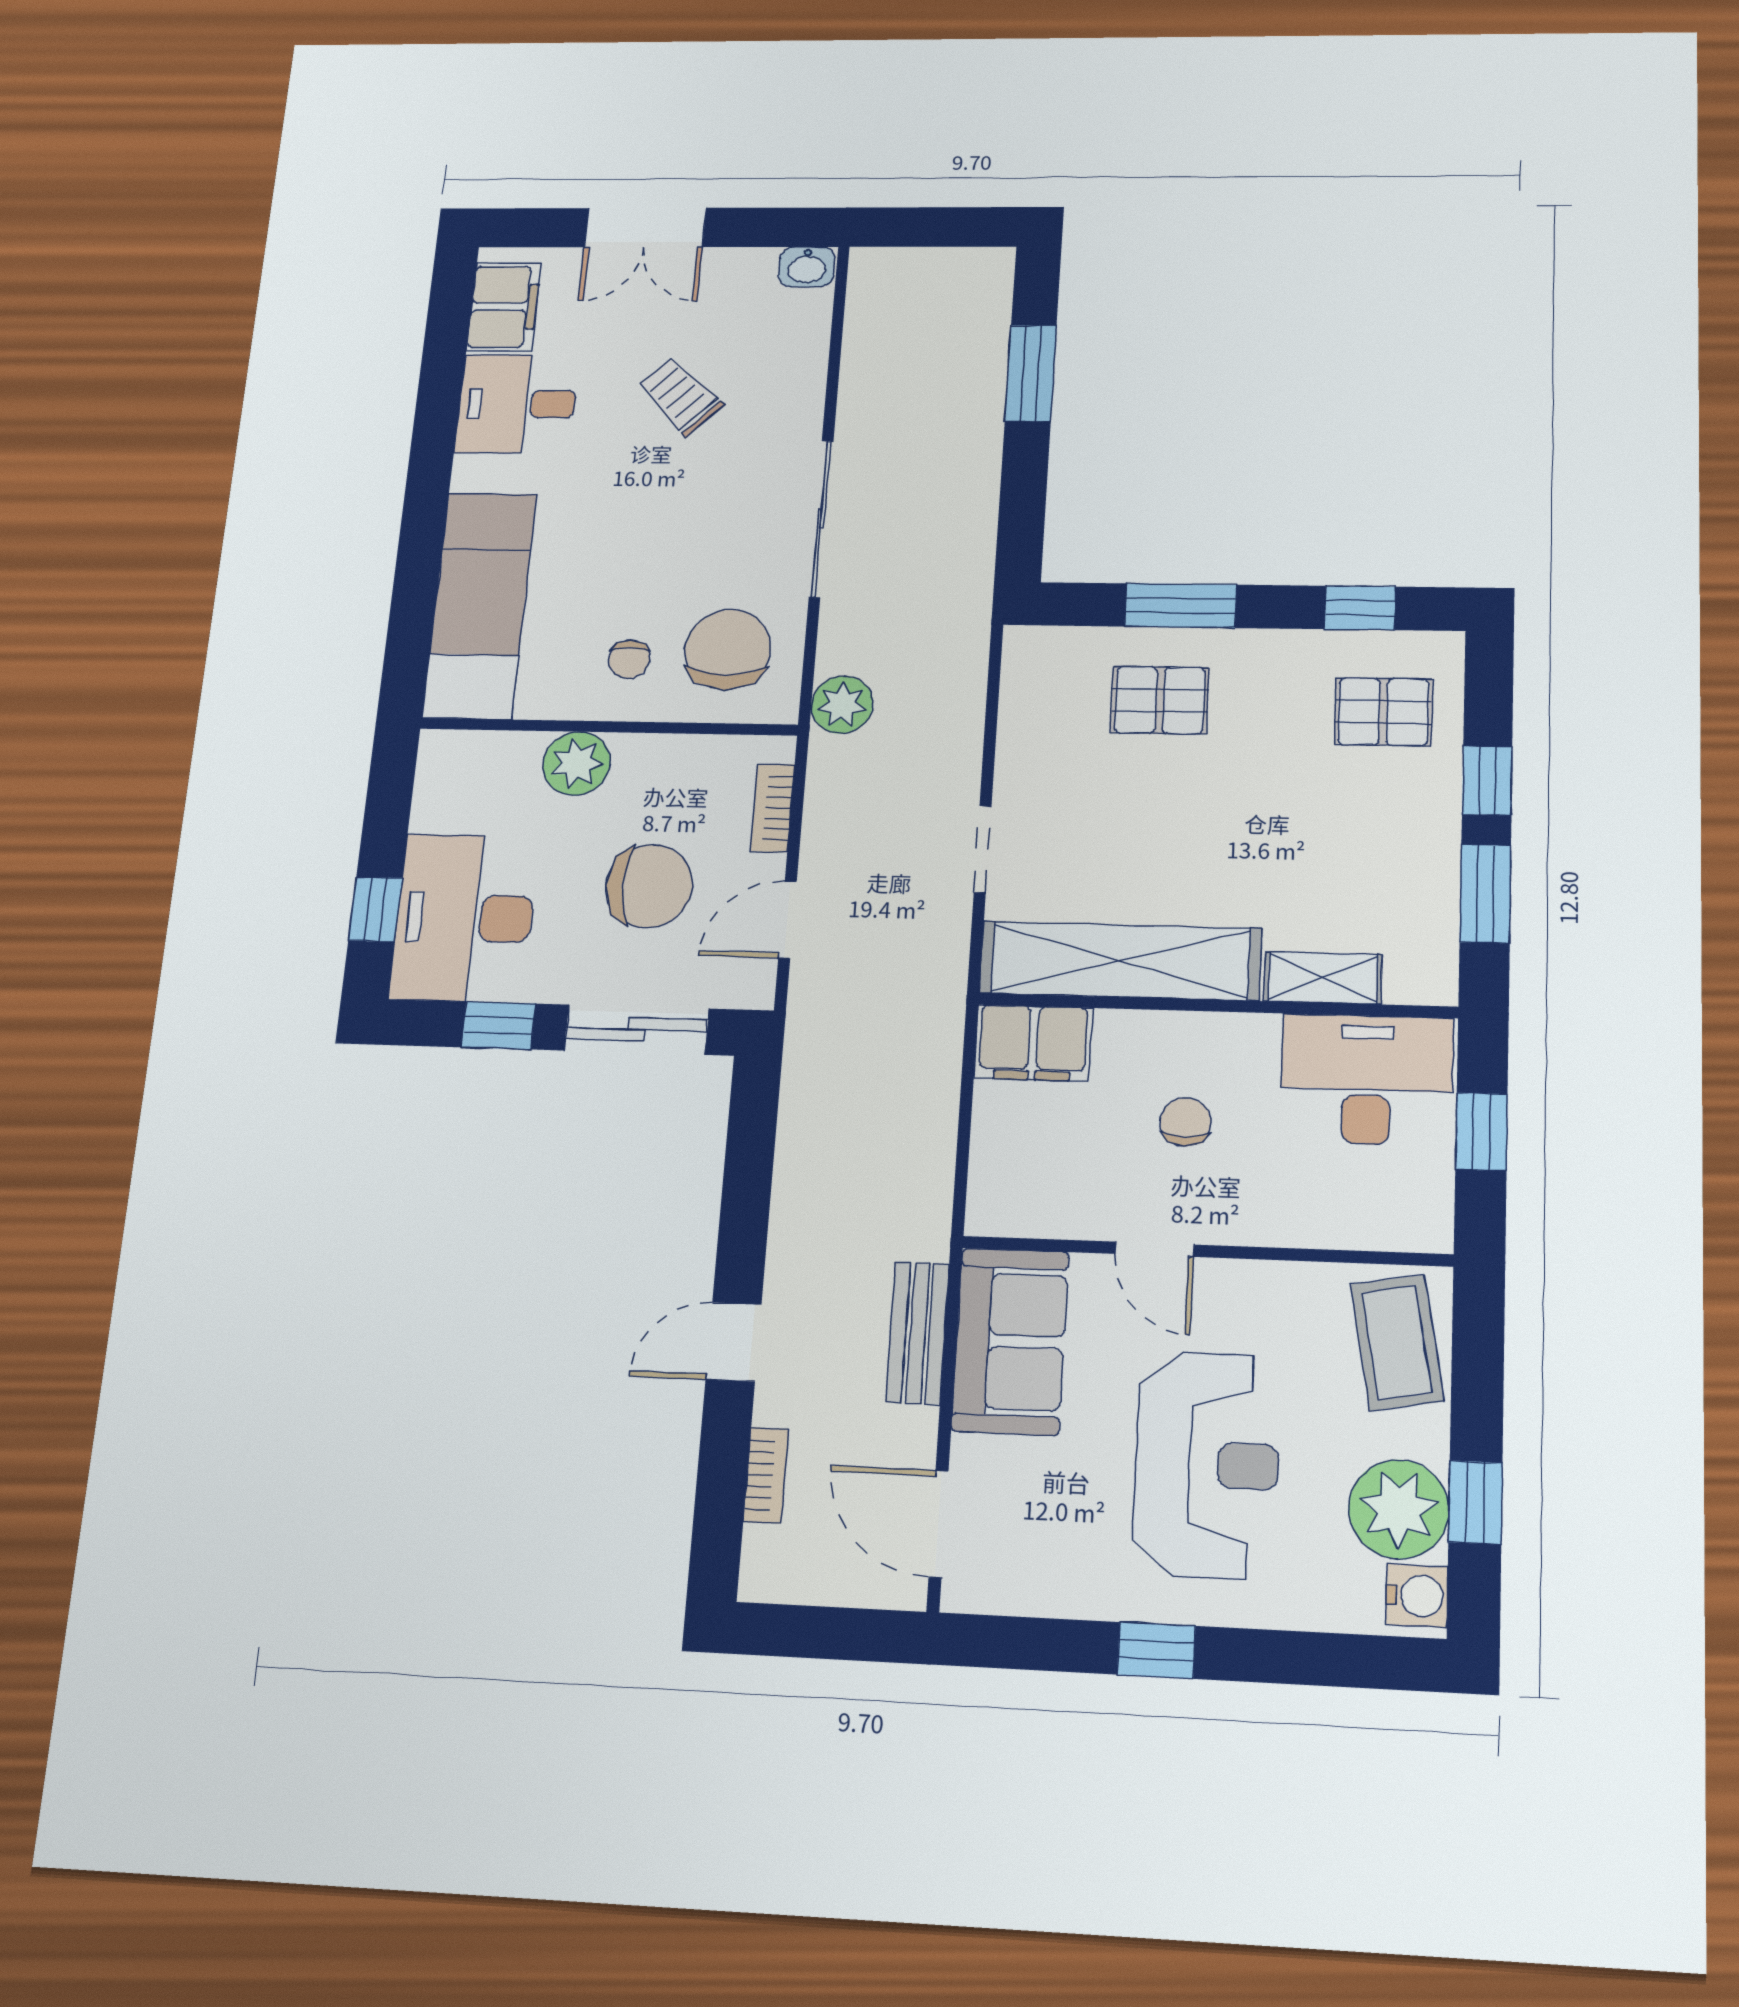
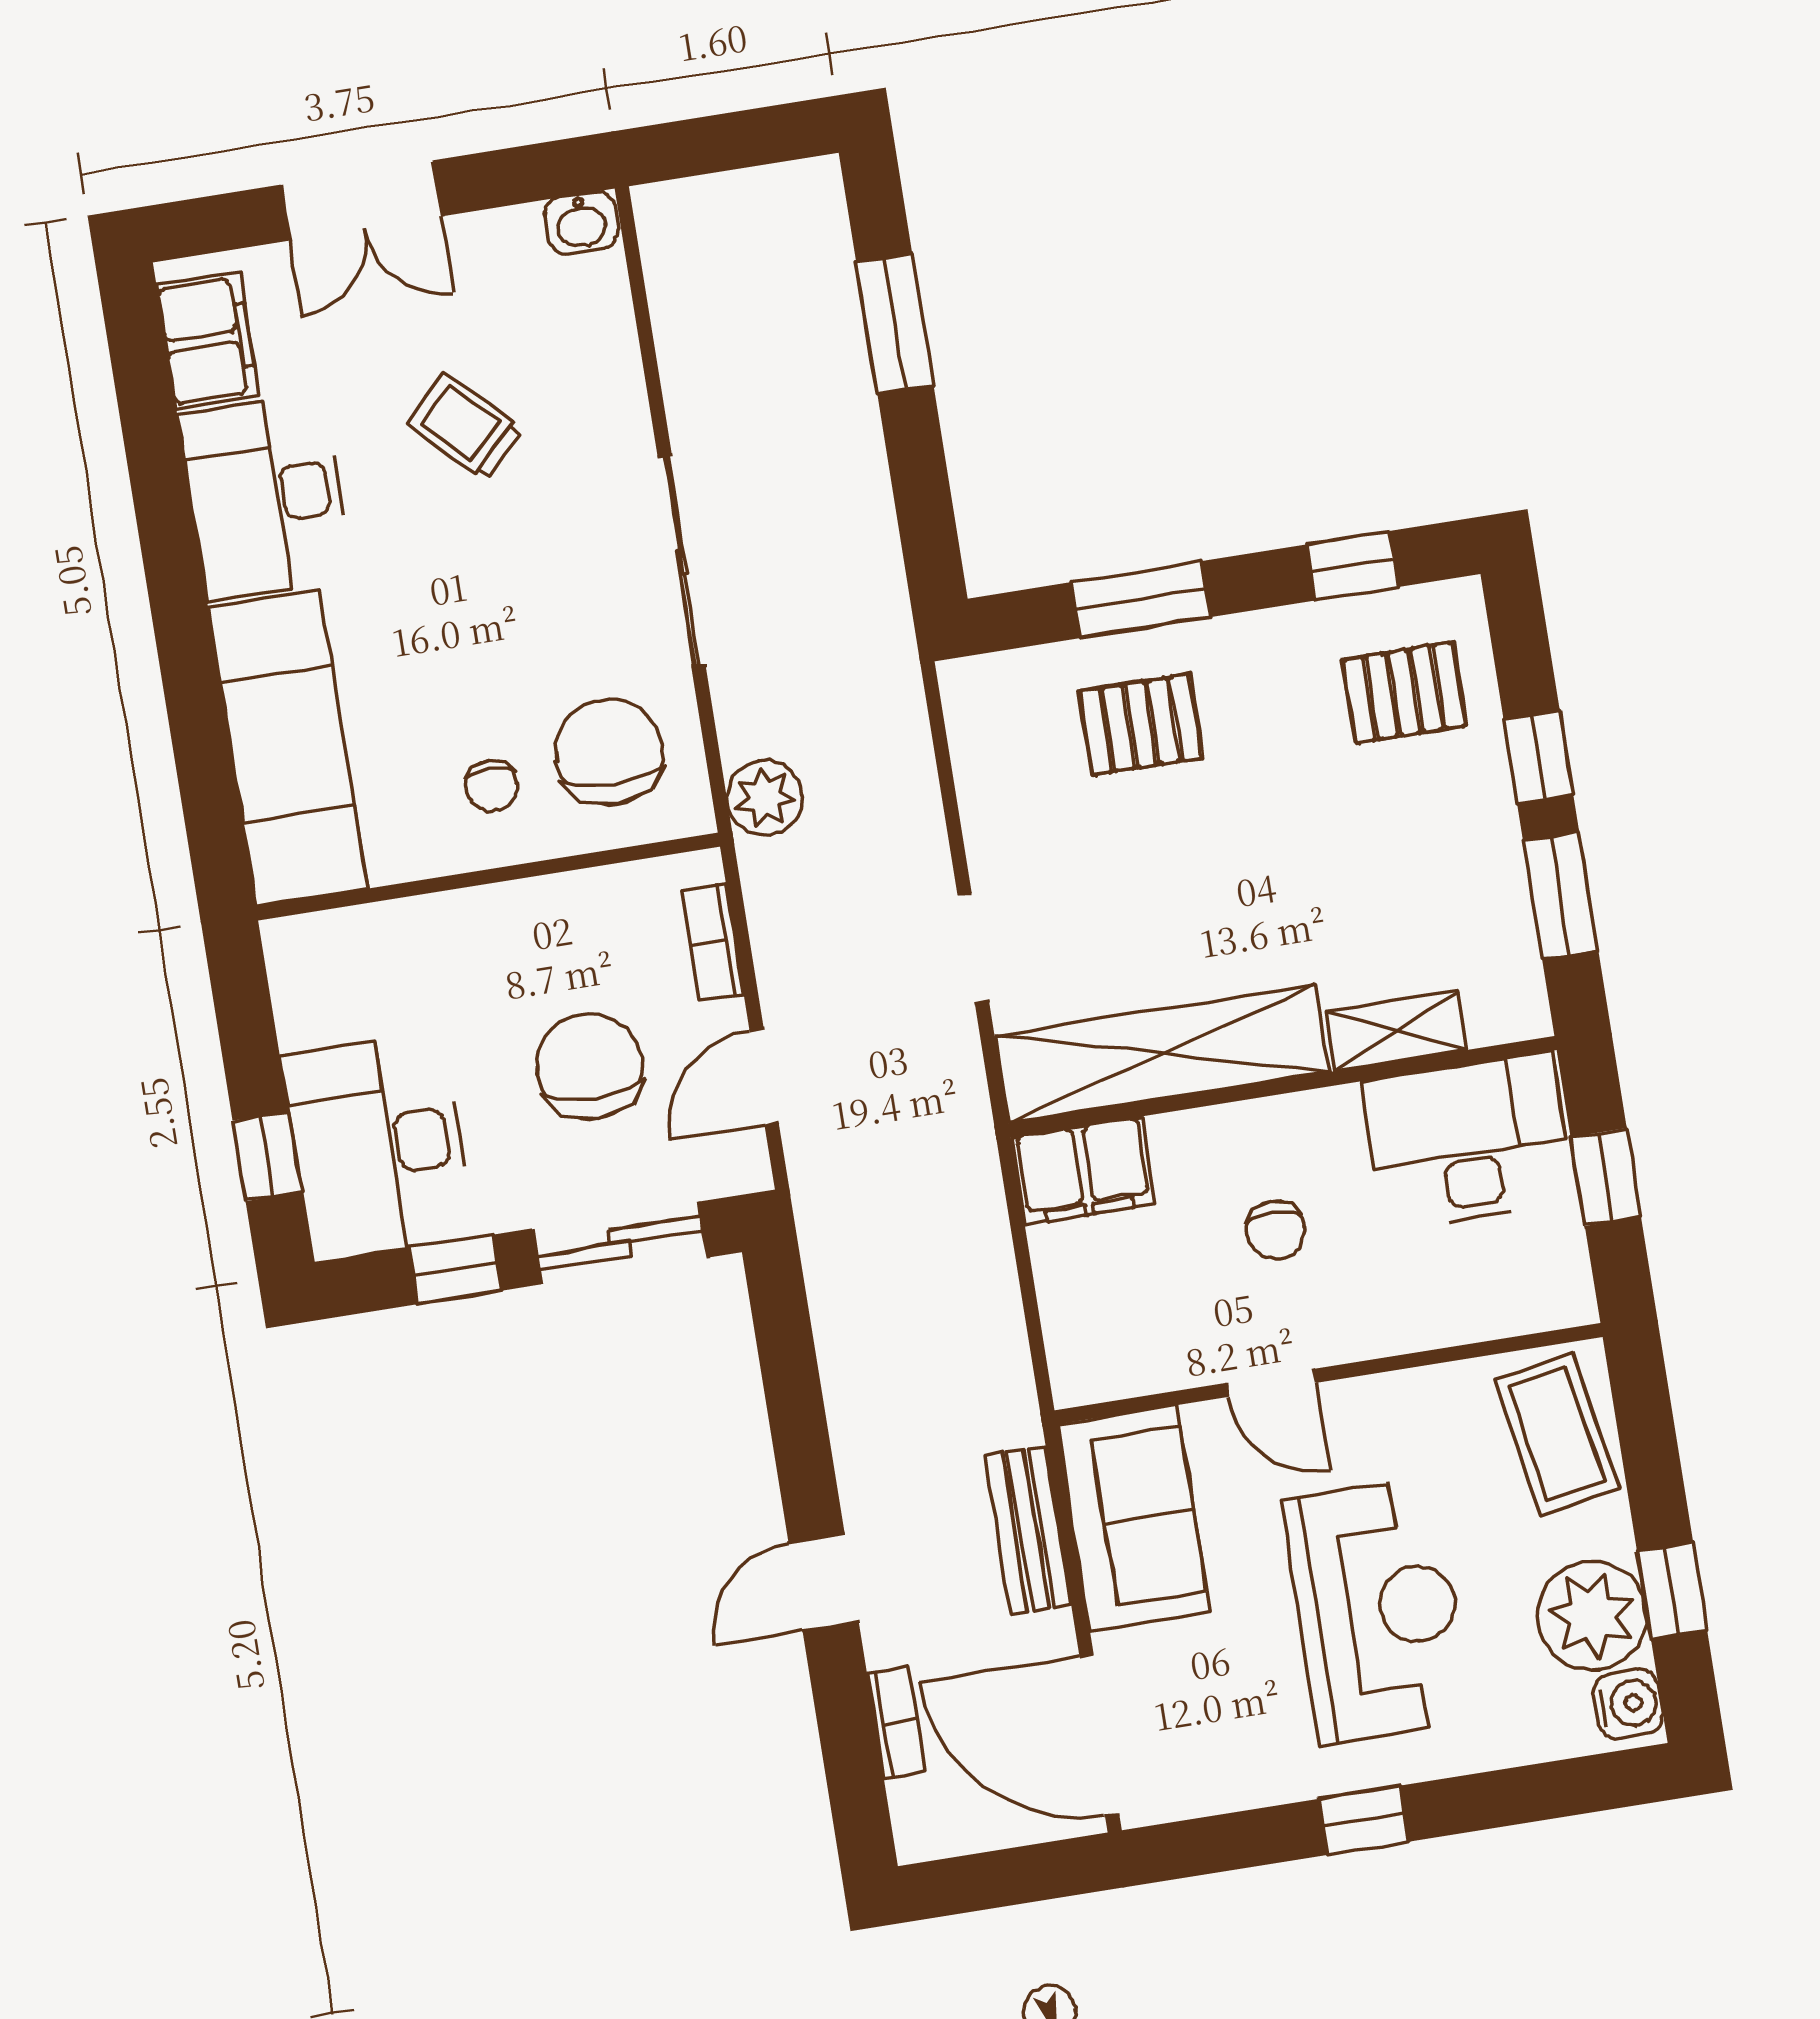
desk: (517, 404) -> (266, 497), width x1.37
plant: (577, 763) -> (462, 930), removed
chair: (649, 886) -> (590, 1066), turned -90
chair: (1186, 1122) -> (1276, 1230), turned 180
door: (938, 1524) -> (1099, 1735), width x1.36

